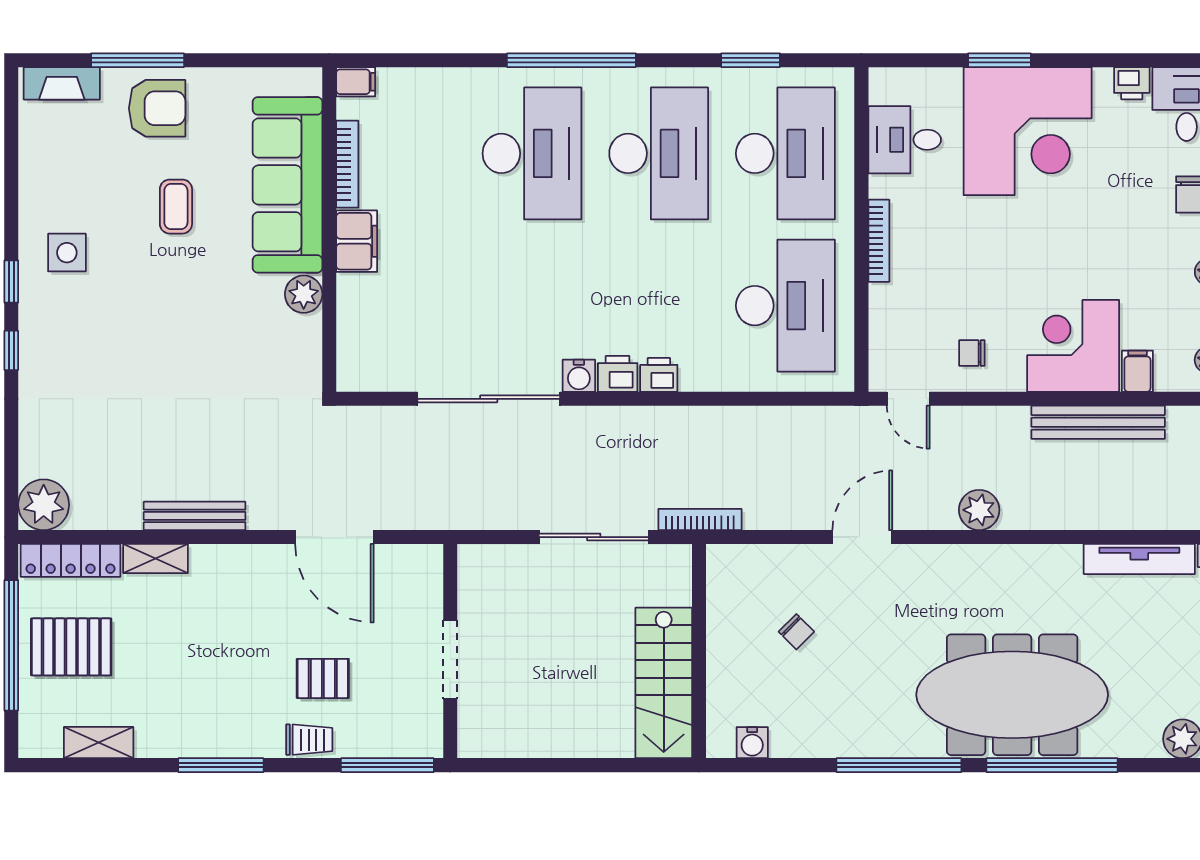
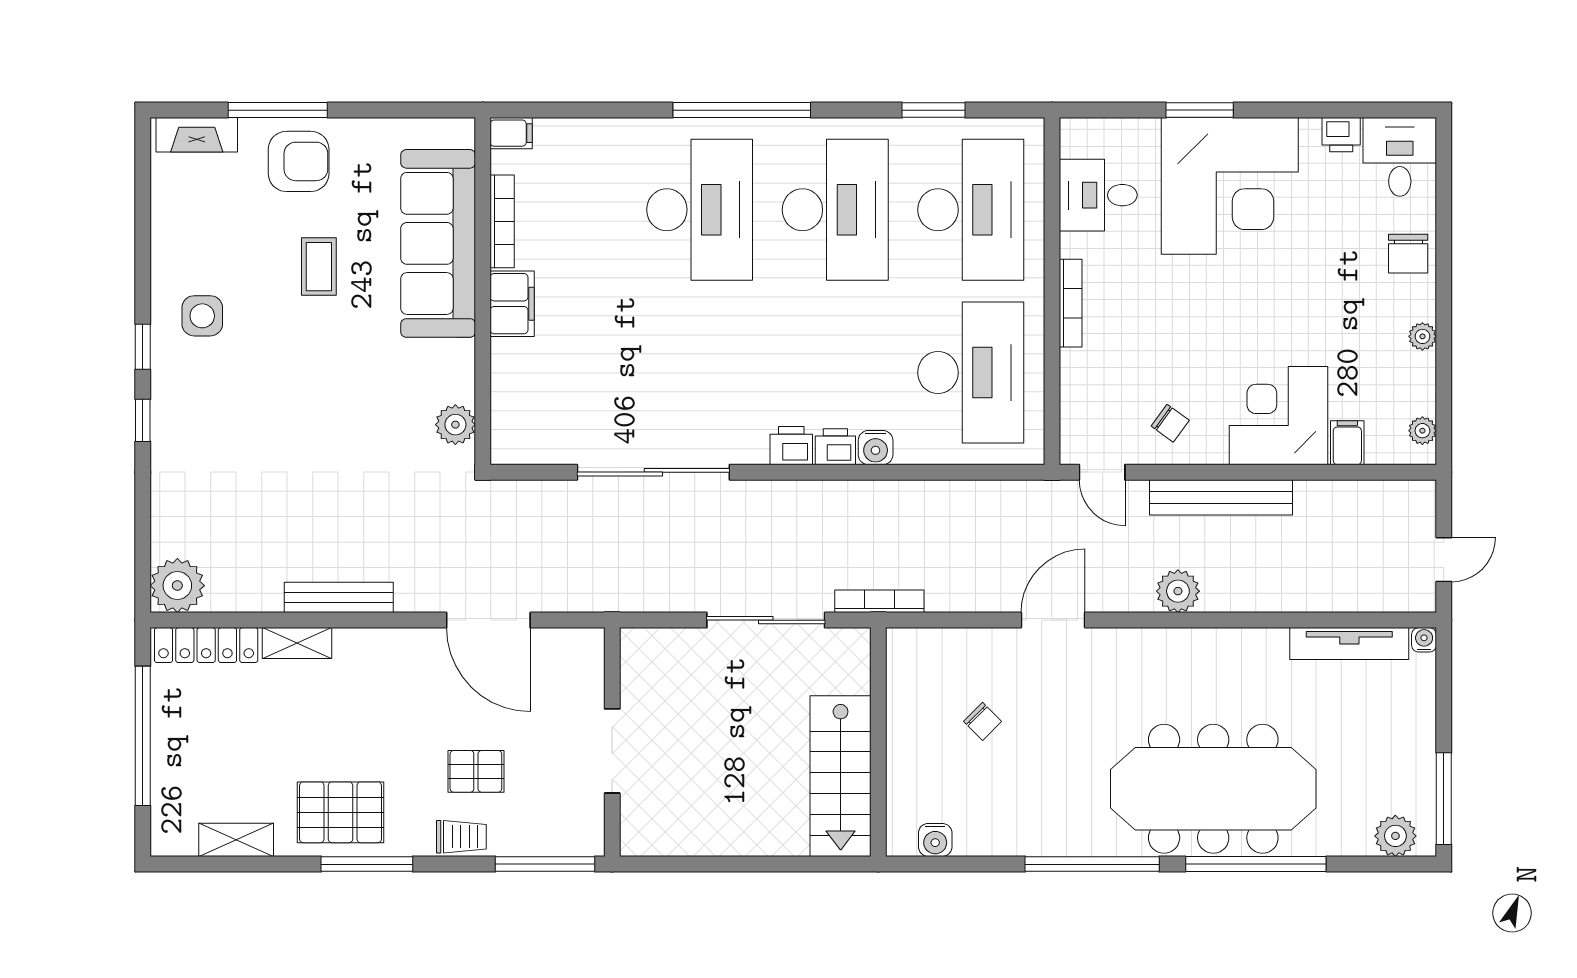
plant: (304, 294) -> (455, 425), moved
chair: (972, 353) -> (1170, 423), turned -144
water cooler: (579, 376) -> (876, 448), moved
bench: (1098, 422) -> (1221, 497), moved
pallet: (71, 647) -> (340, 812), moved

